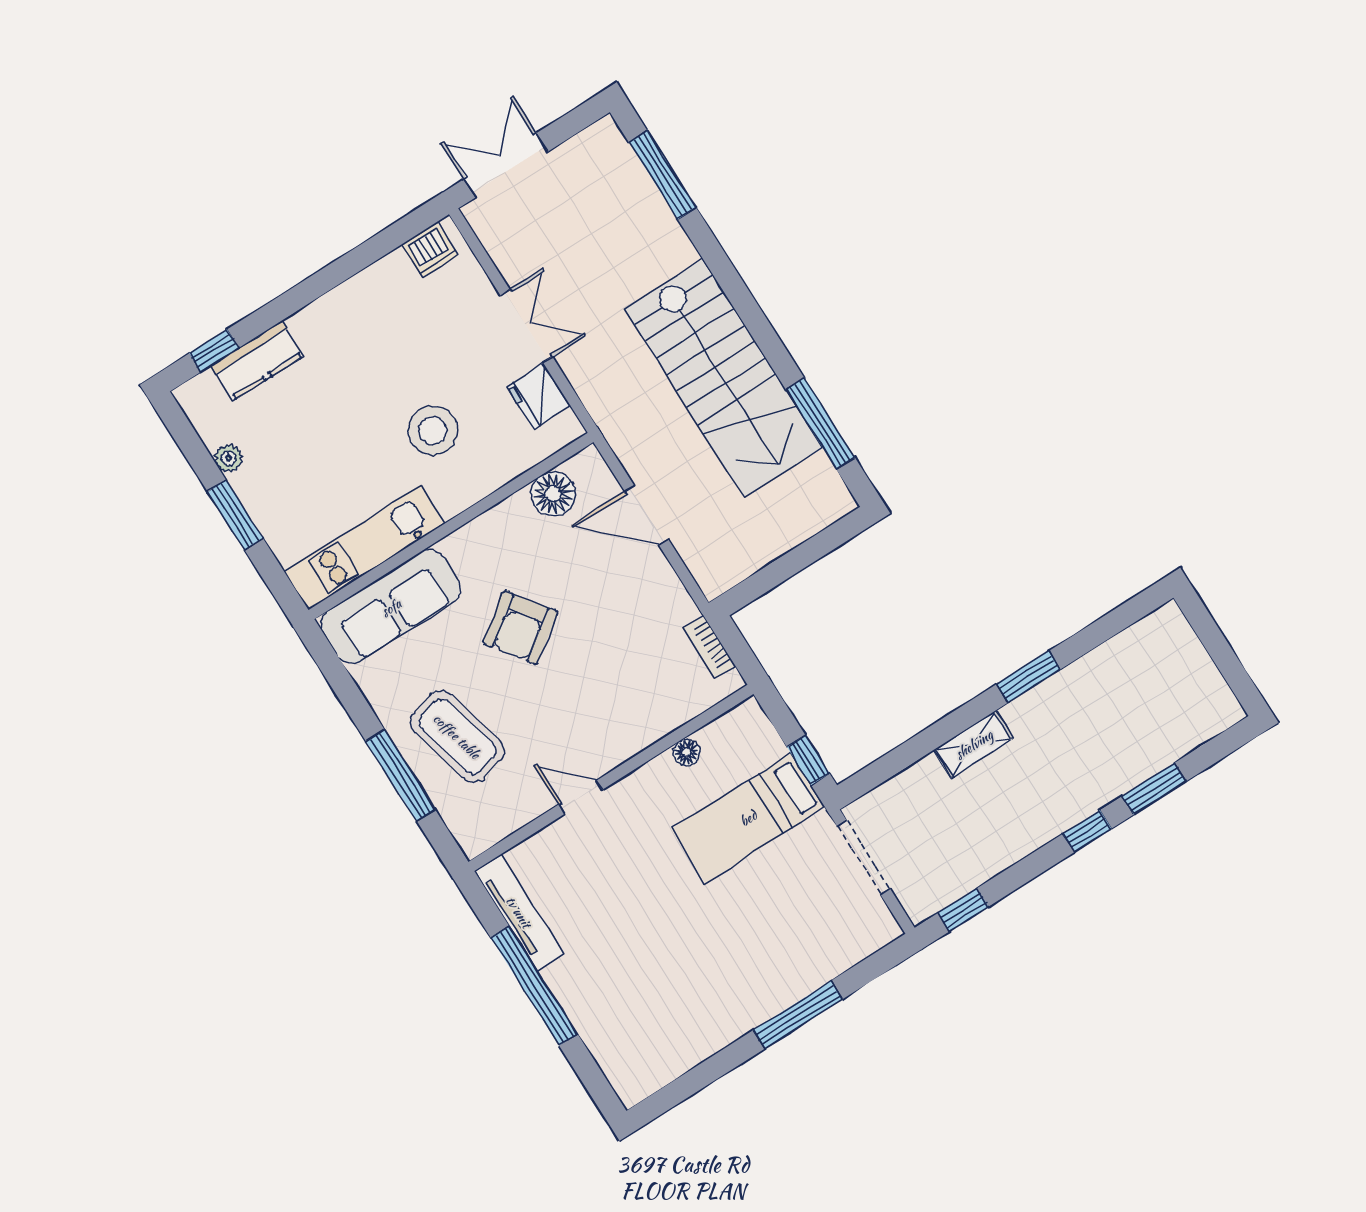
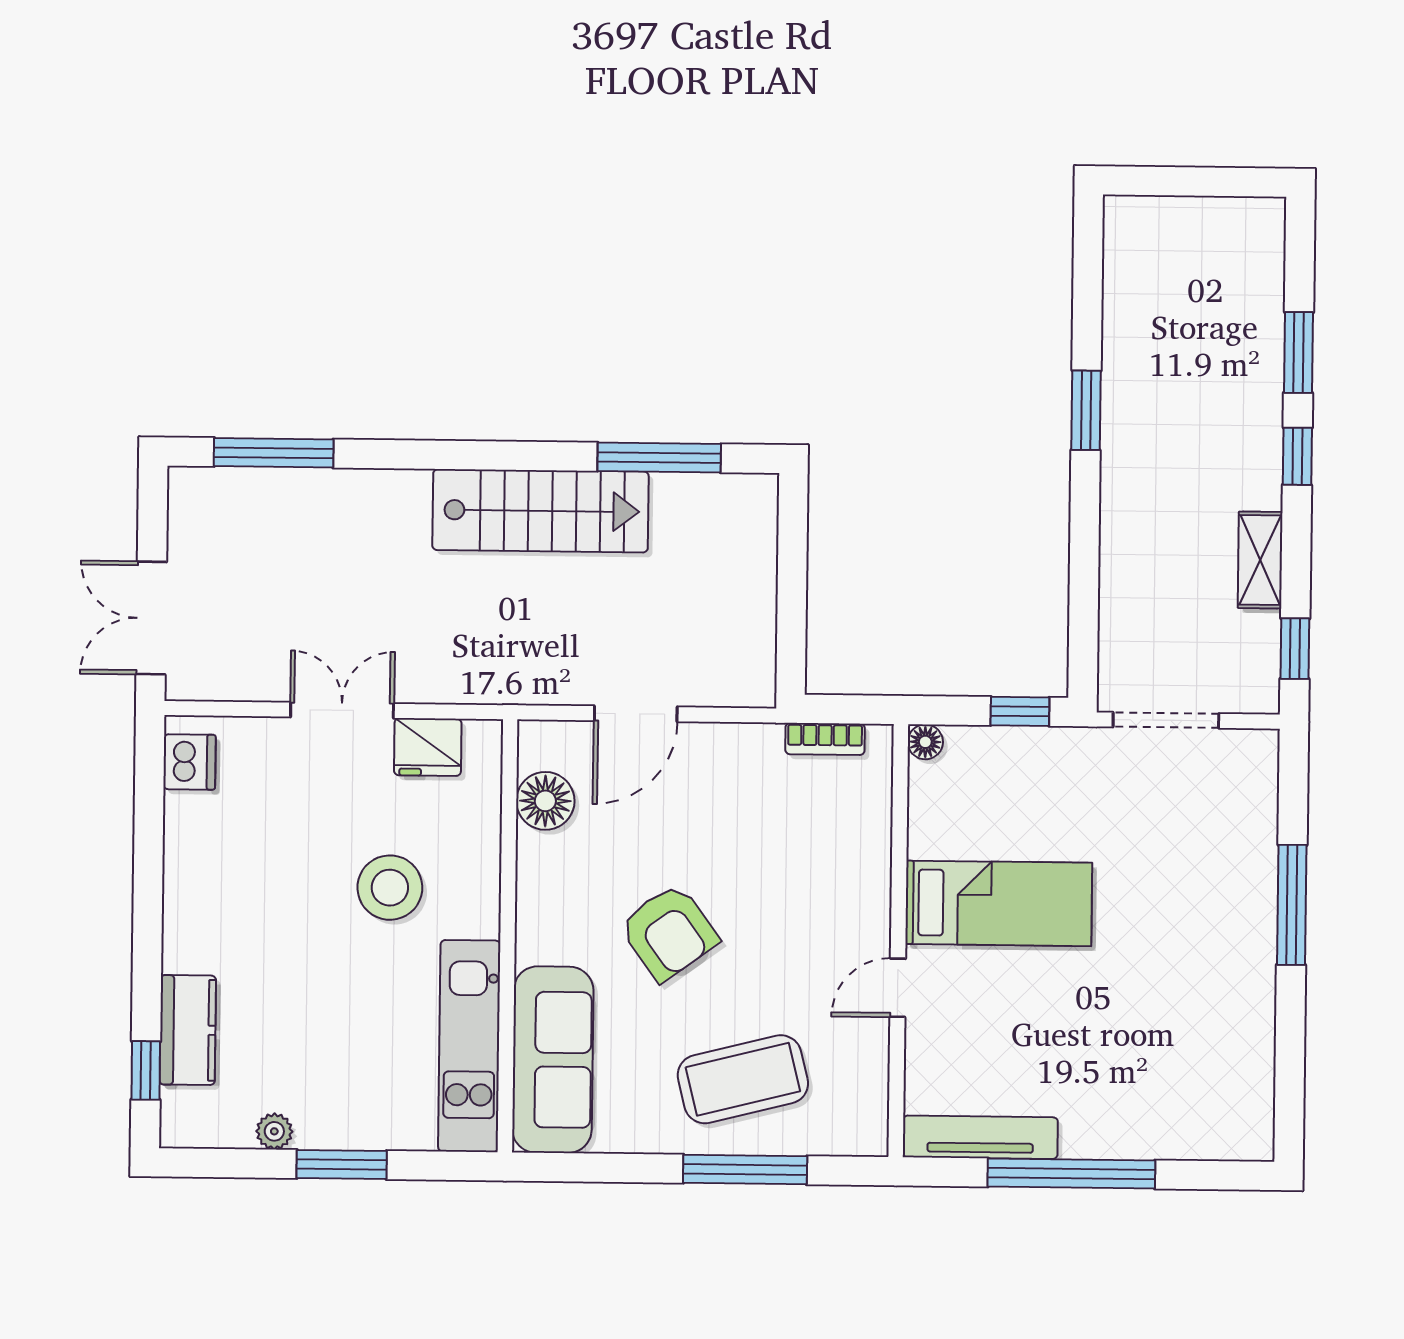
stairs: (723, 378) -> (540, 511), width x0.73, depth x0.66
shelving: (974, 744) -> (1260, 560), moved
floor lamp: (686, 752) -> (925, 742), moved
bed: (748, 818) -> (999, 903), moved, turned -90

